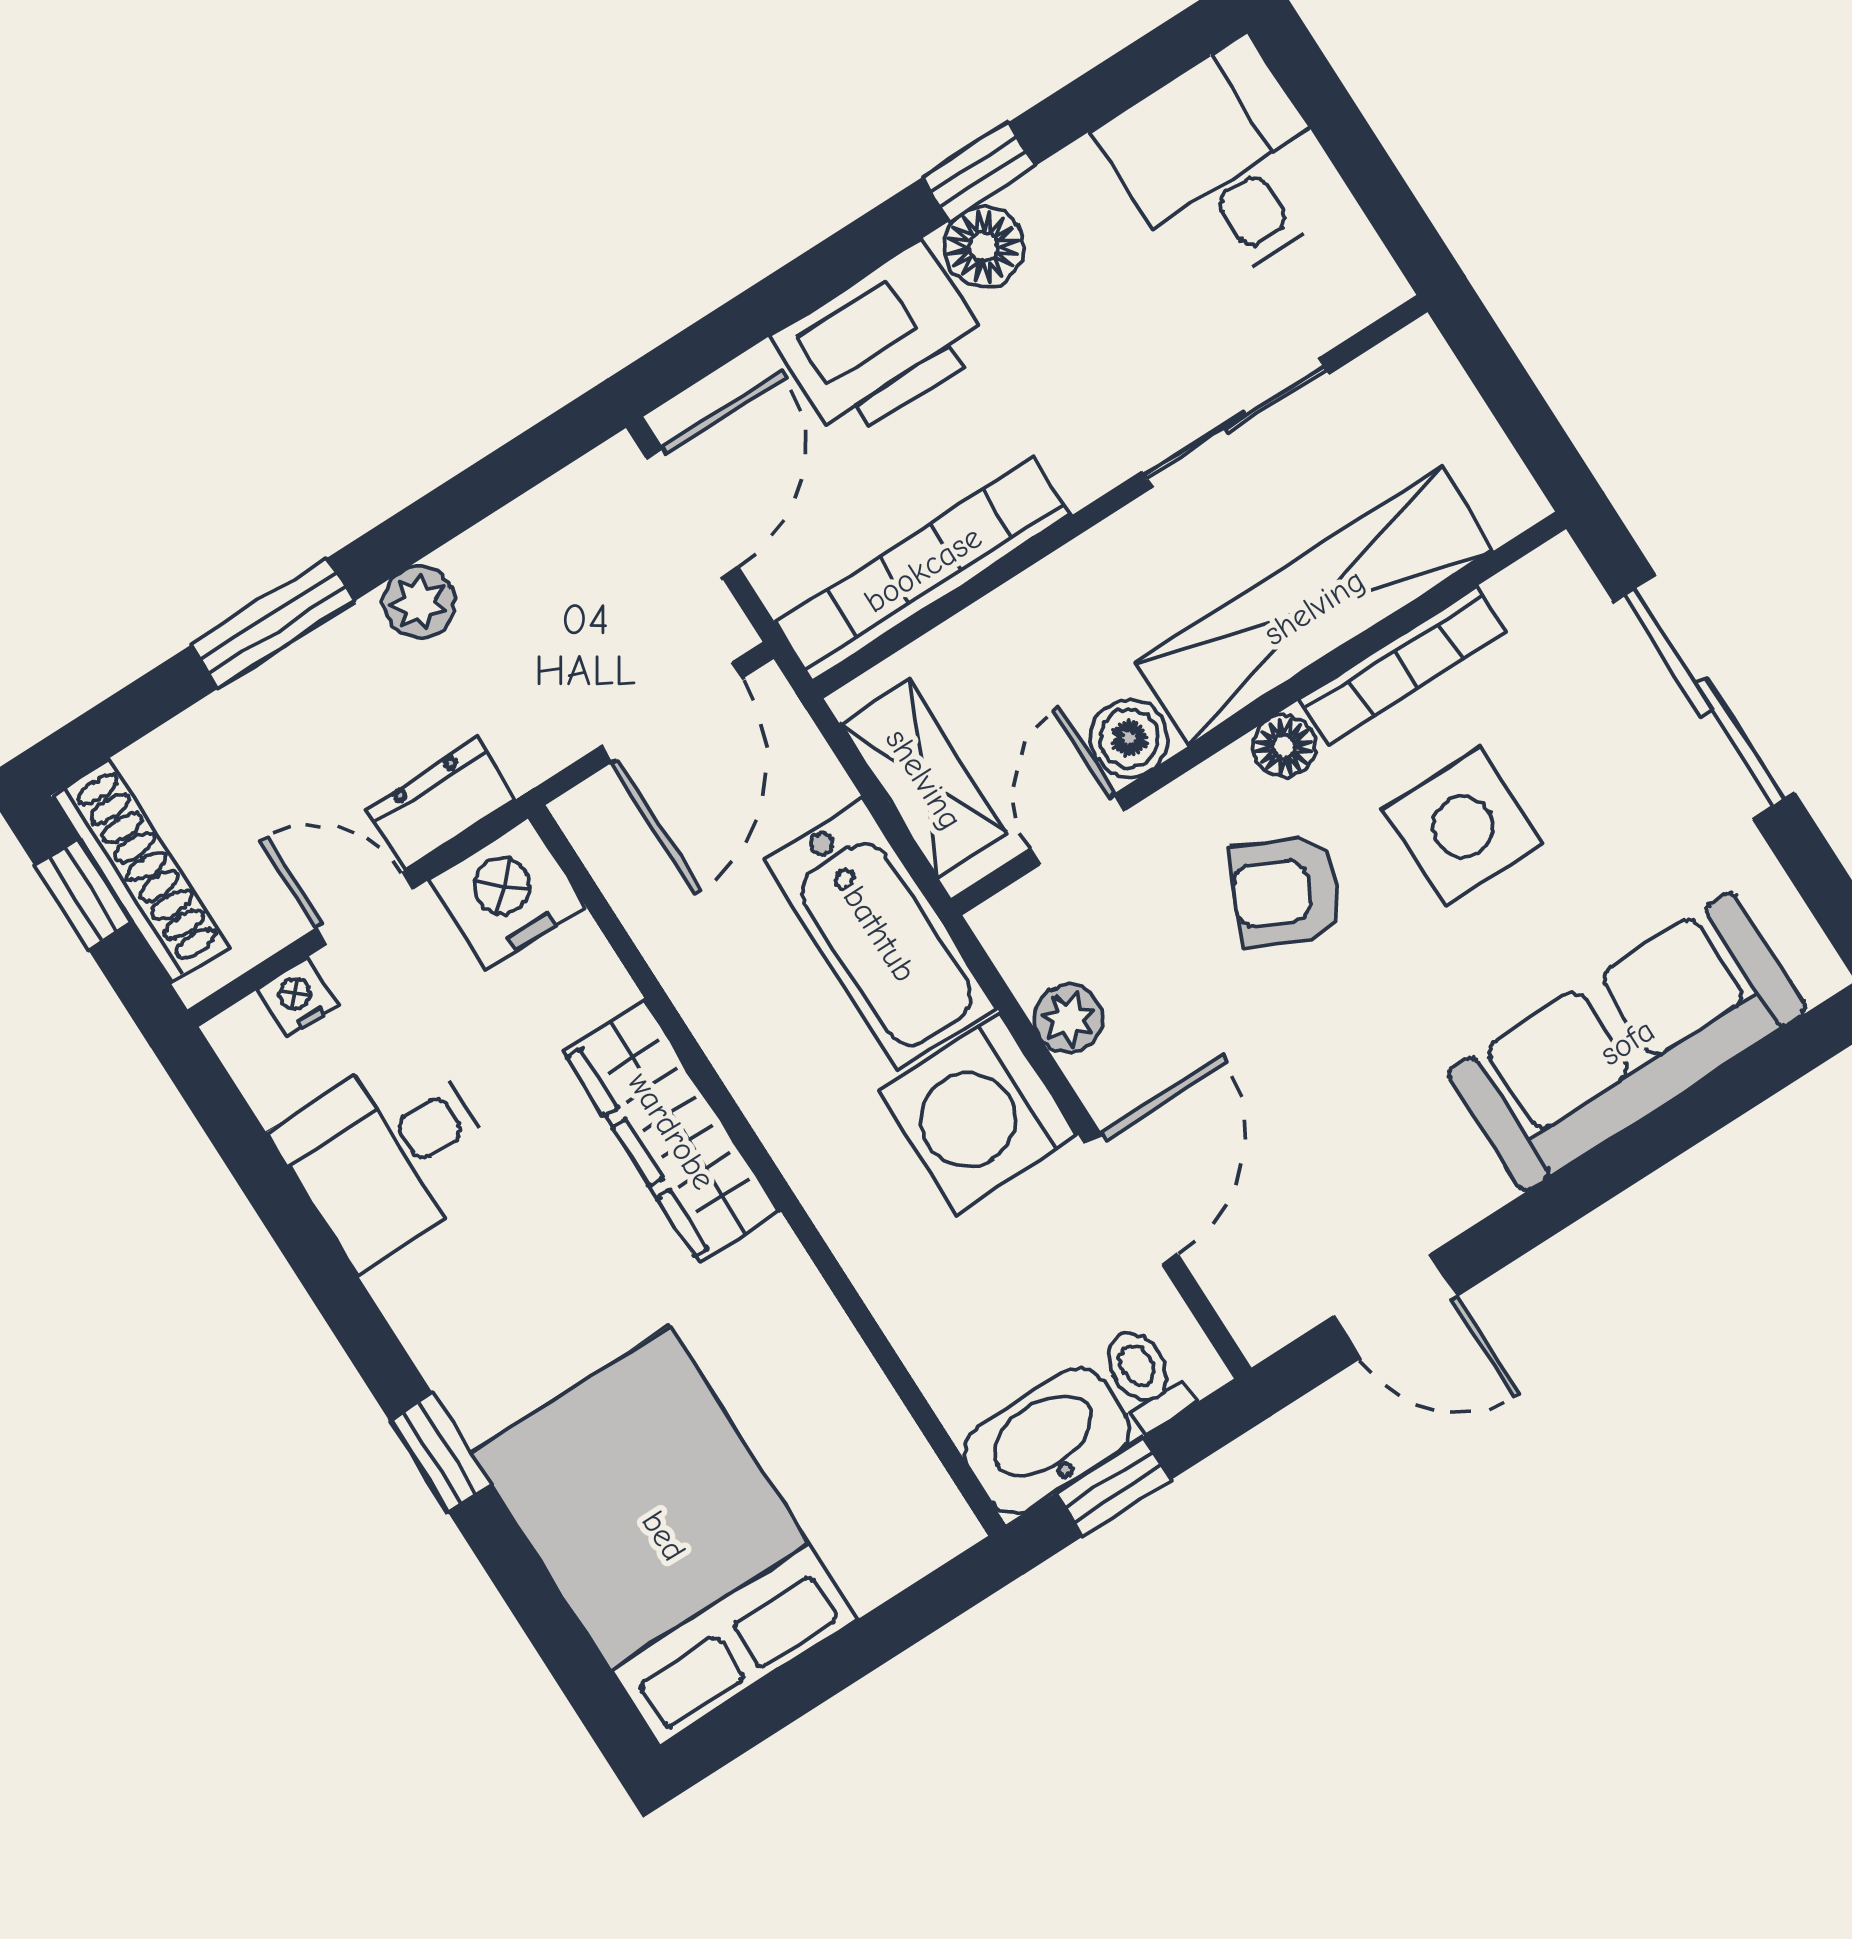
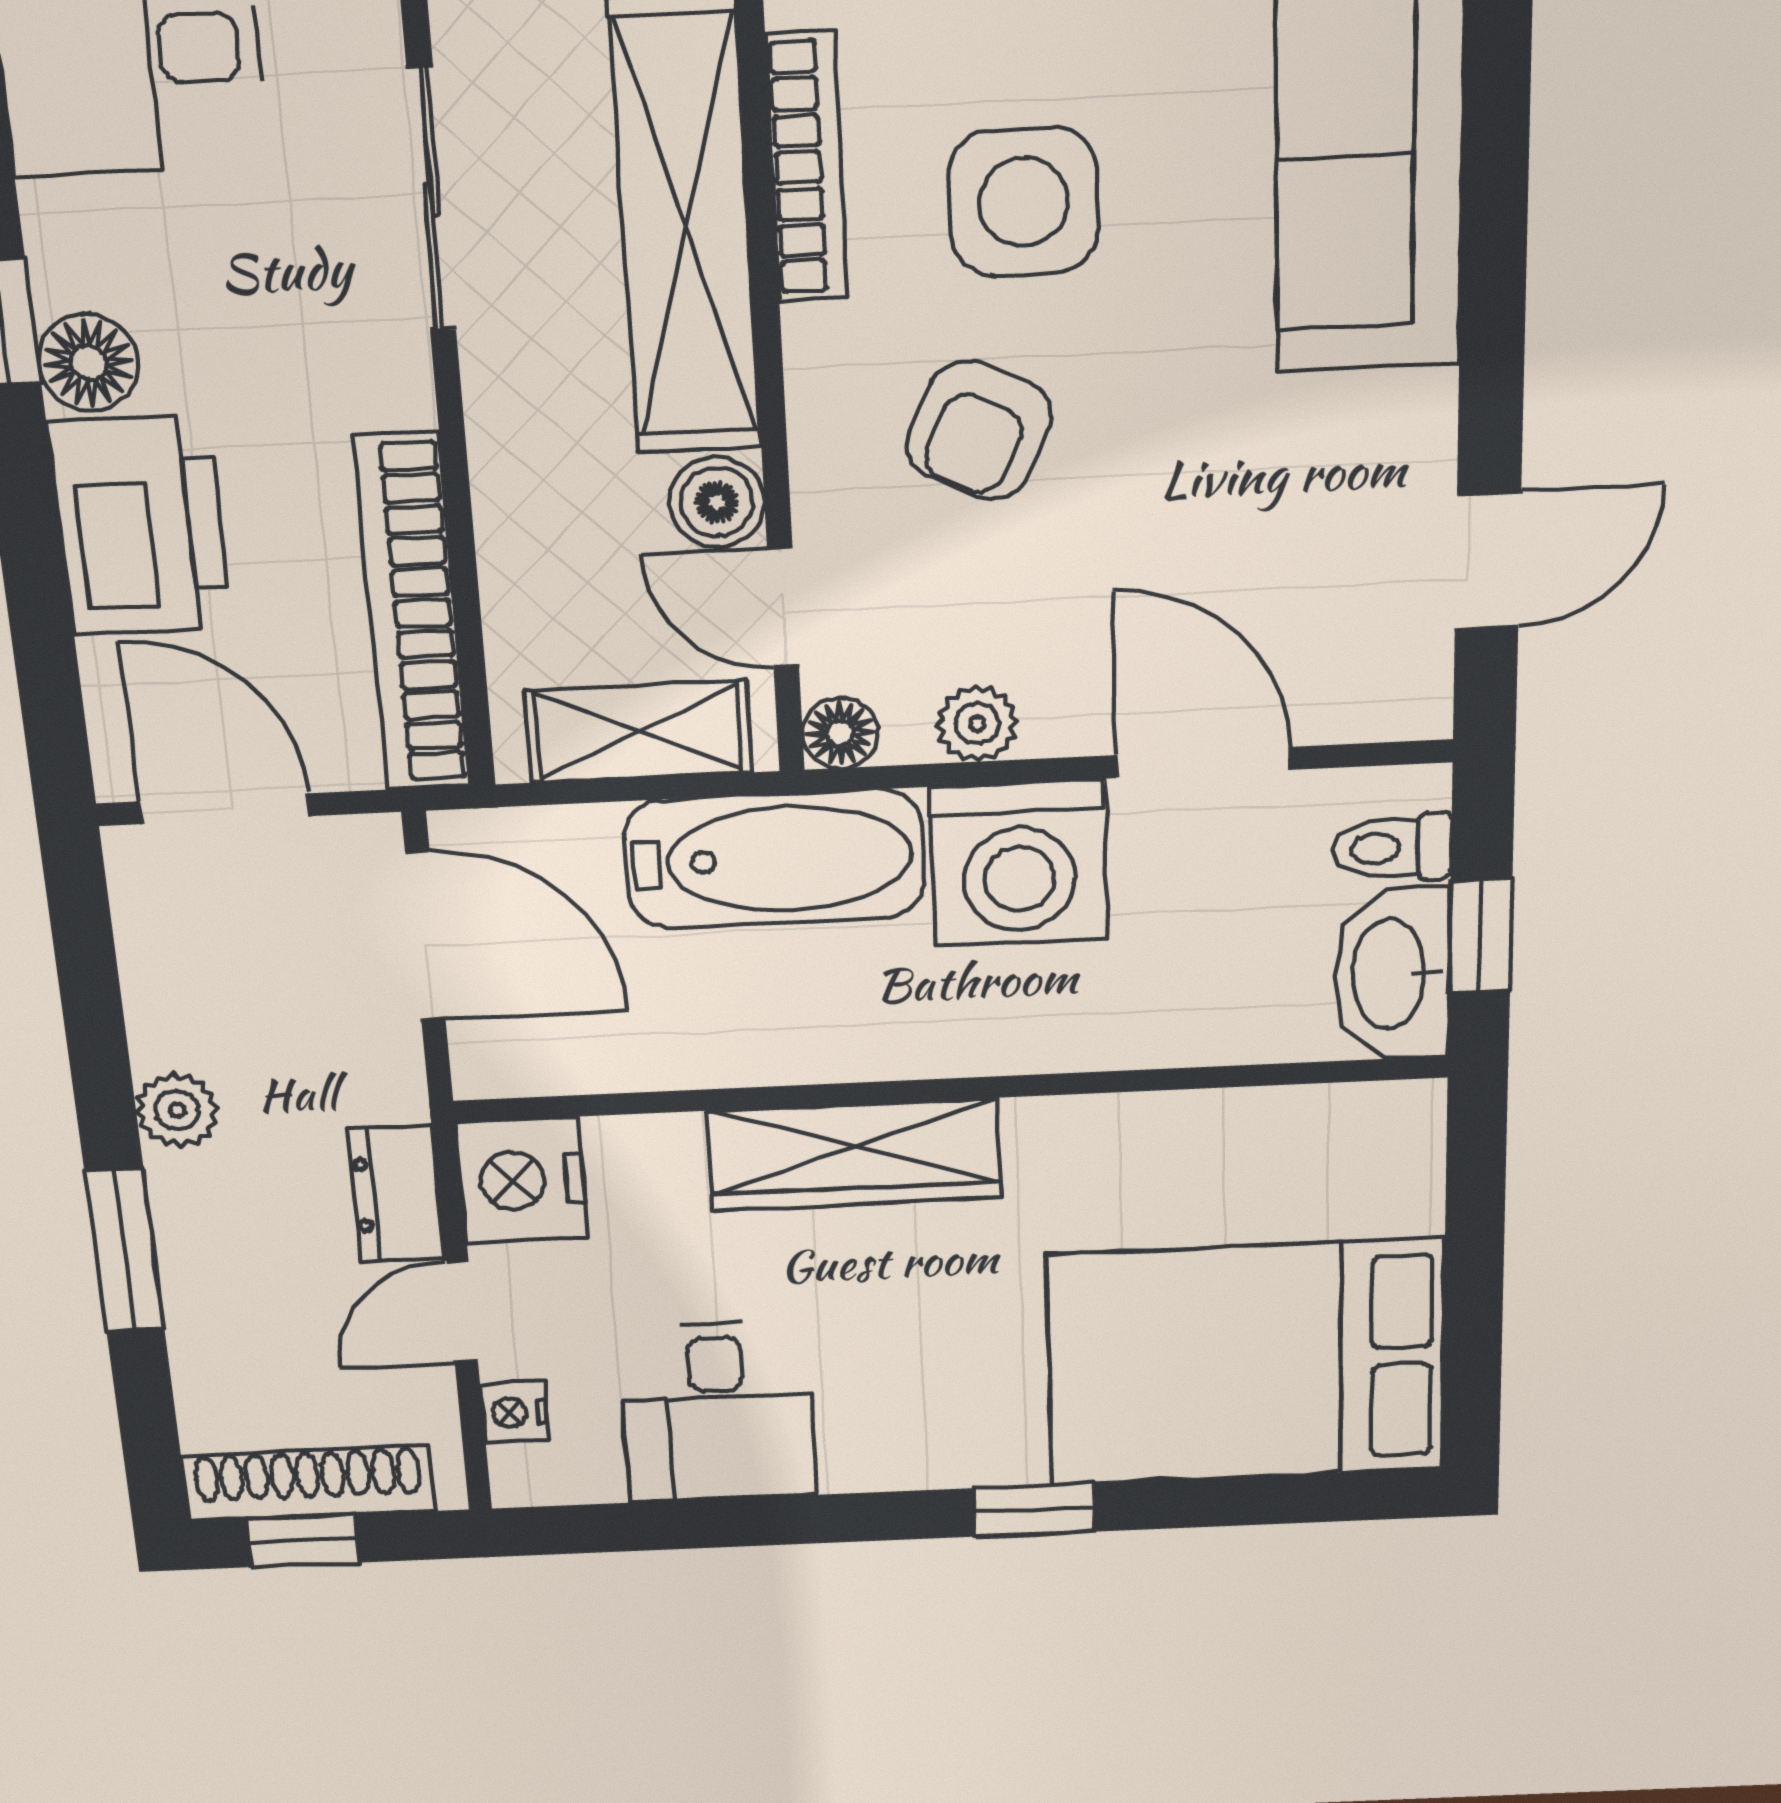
floor lamp: (1284, 746) -> (840, 733), moved

